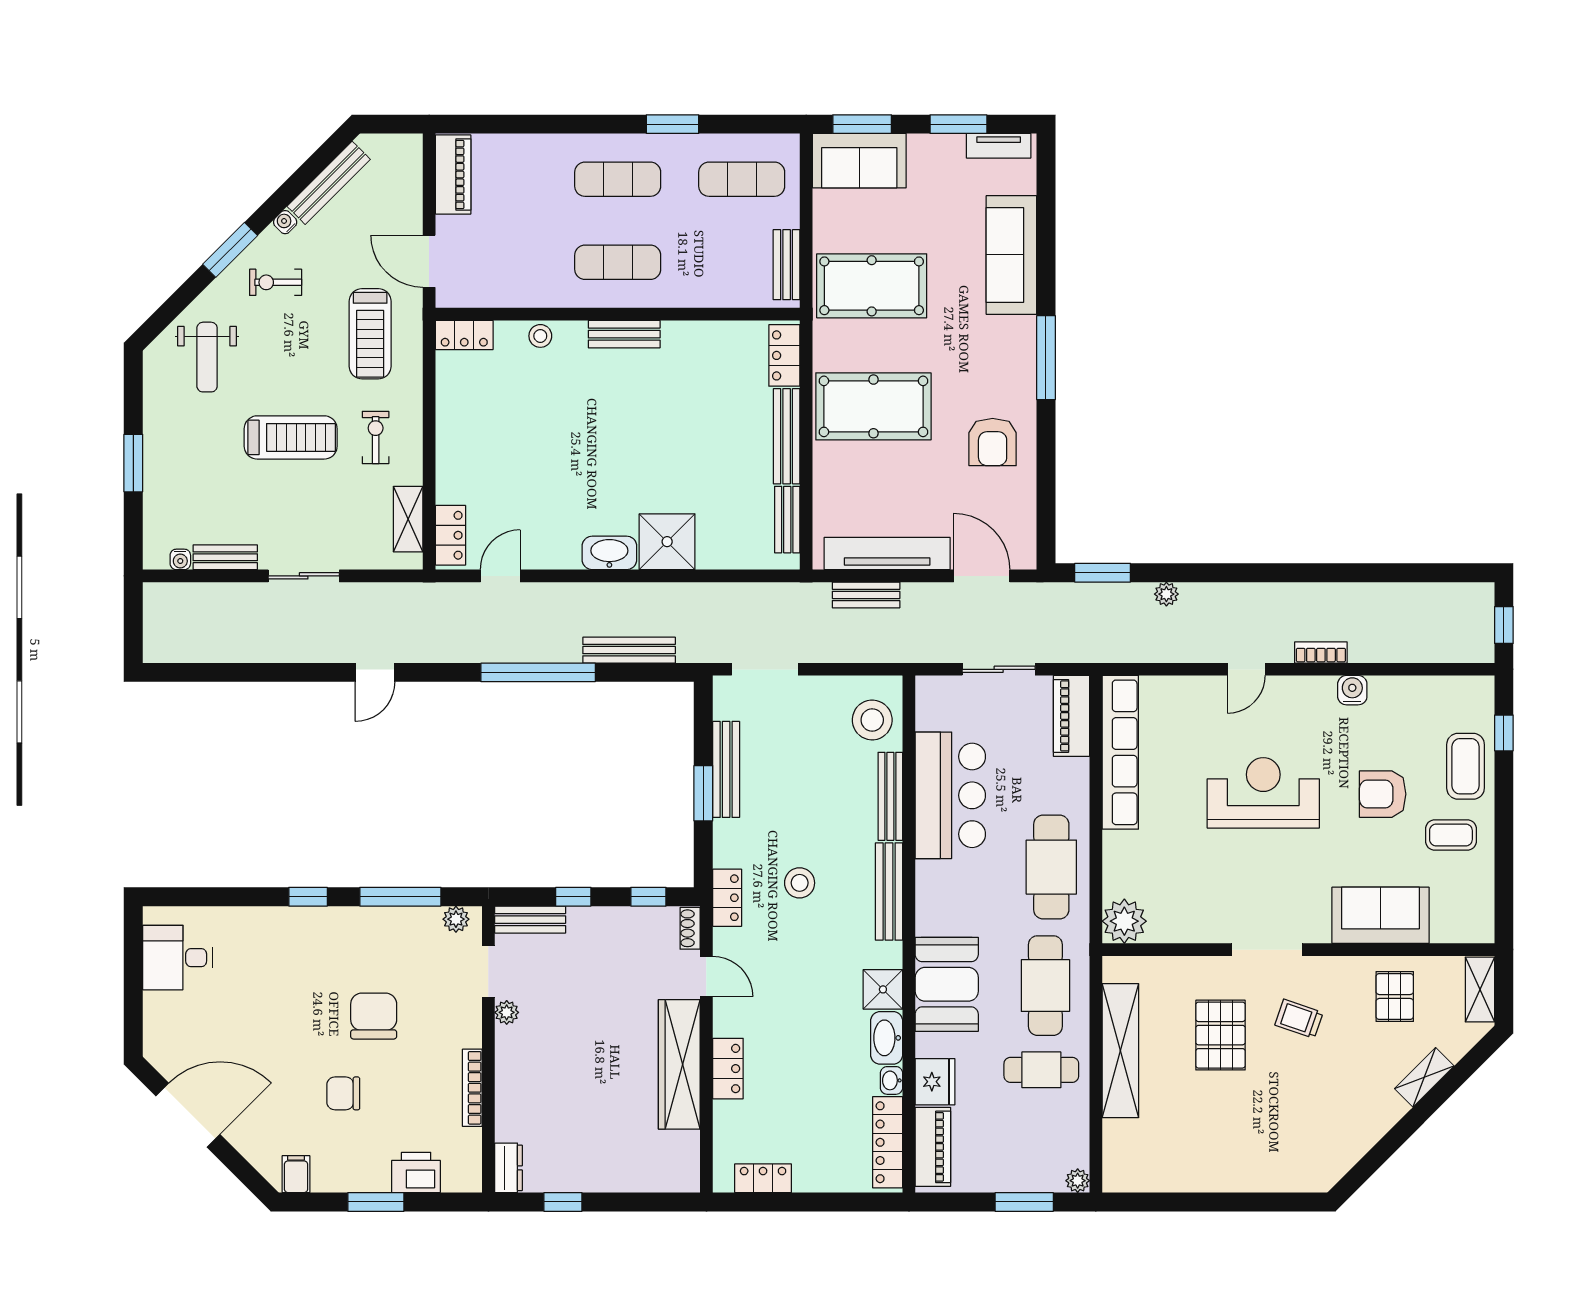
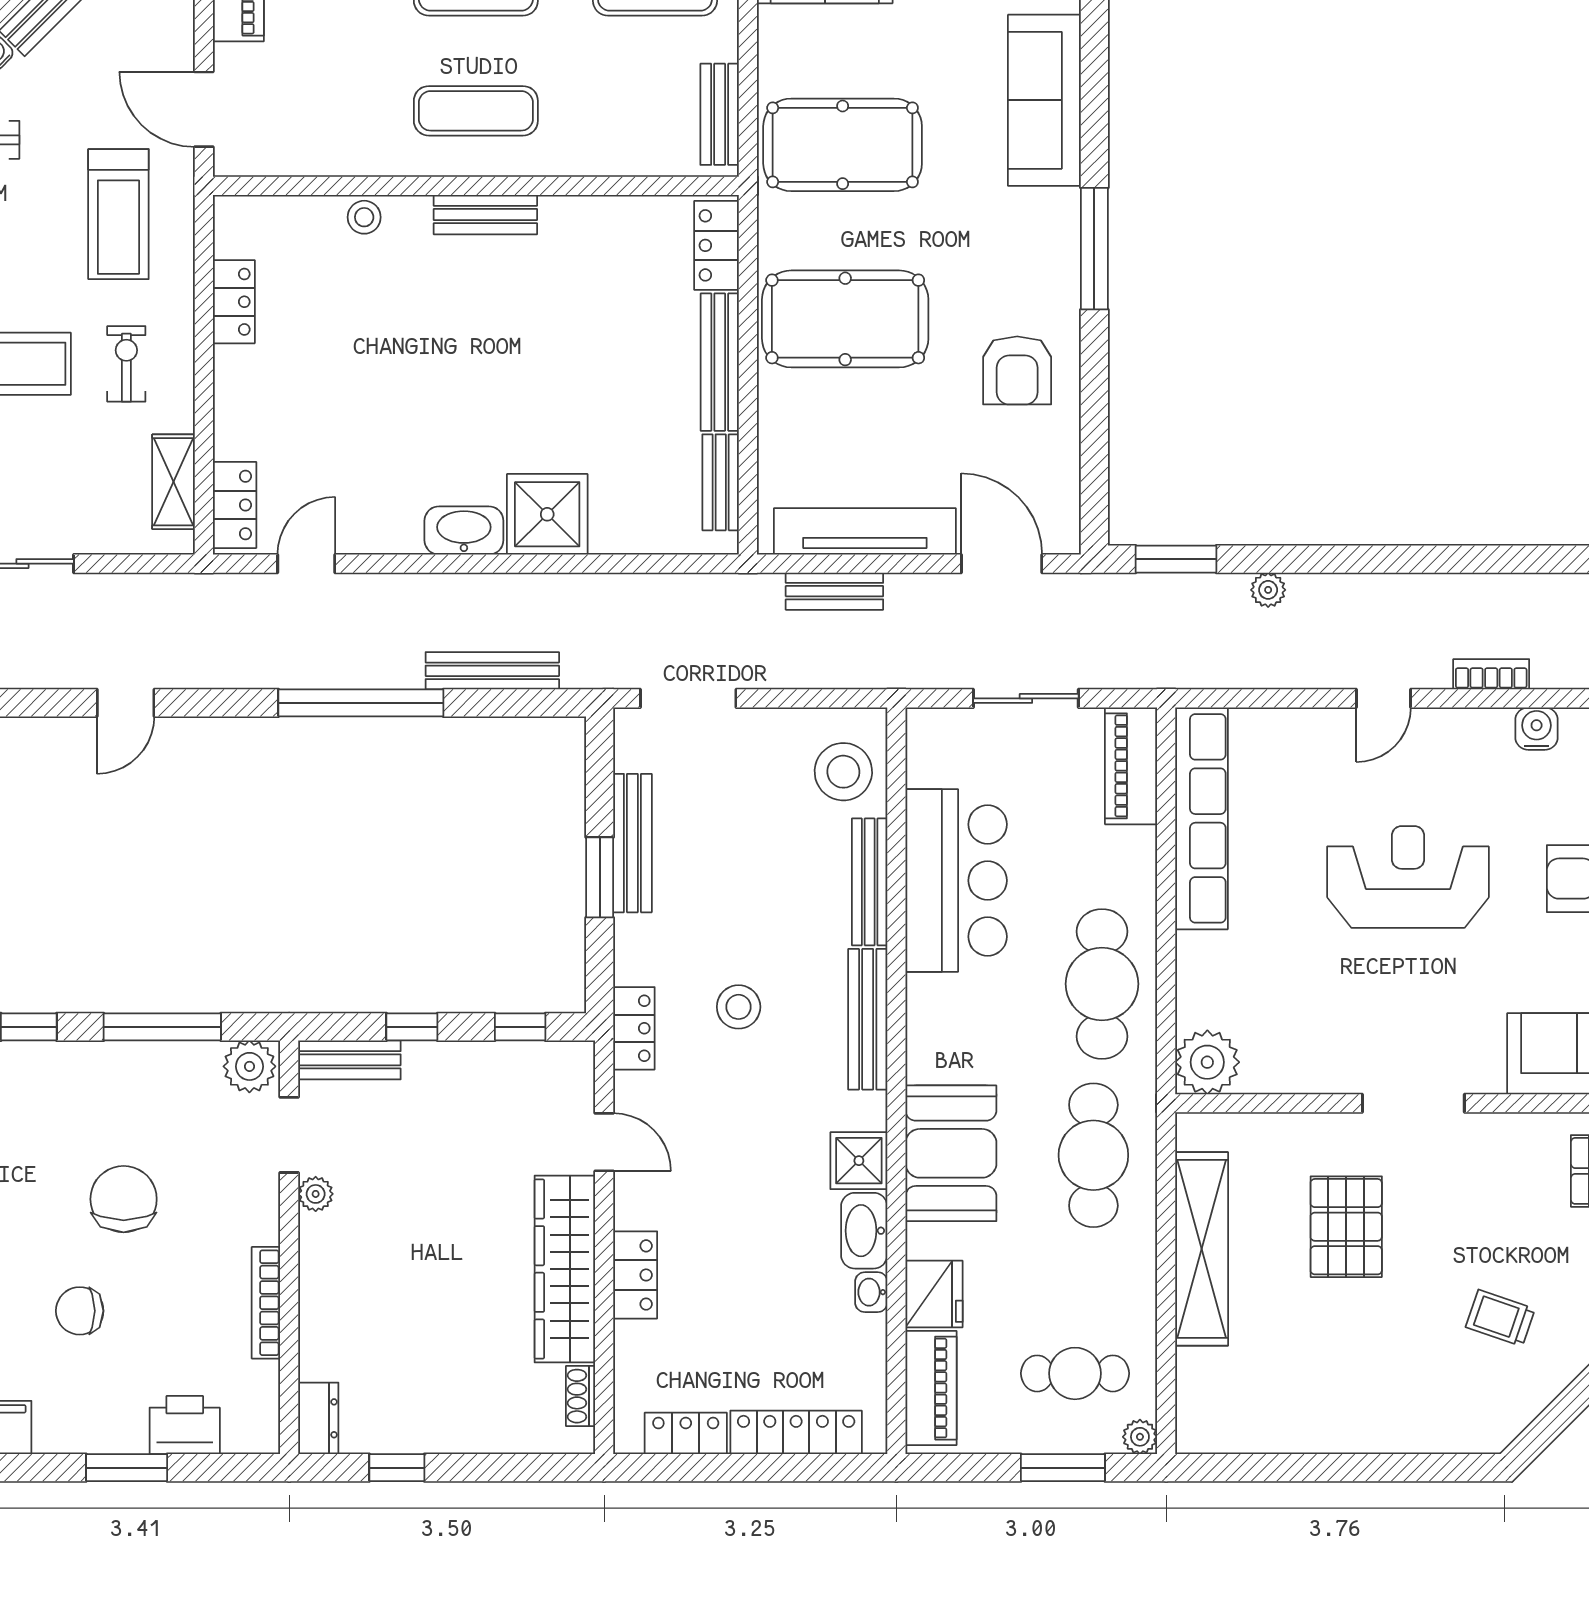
locker: (464, 335) -> (234, 302), moved, turned -90
plant: (456, 919) -> (249, 1066), width x1.38, depth x1.38
shoe rack: (690, 928) -> (580, 1396), moved
trolley: (1299, 1019) -> (1500, 1318), moved
cafe table: (1041, 1070) -> (1075, 1373), moved
locker: (888, 1142) -> (796, 1432), moved, turned 90

